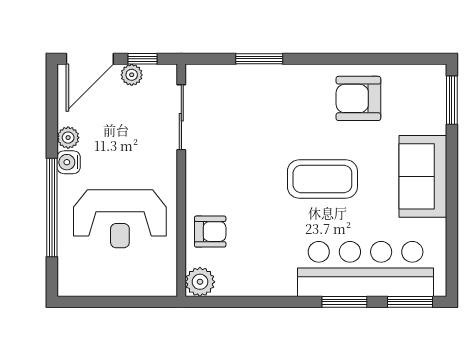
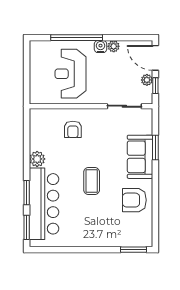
armchair: (358, 98) -> (134, 200), turned -90
sofa: (423, 176) -> (140, 157), moved, turned -90
coffee table: (322, 179) -> (92, 181), width x0.73, depth x0.76
armchair: (210, 232) -> (73, 129), moved
plant: (200, 282) -> (37, 159), moved

